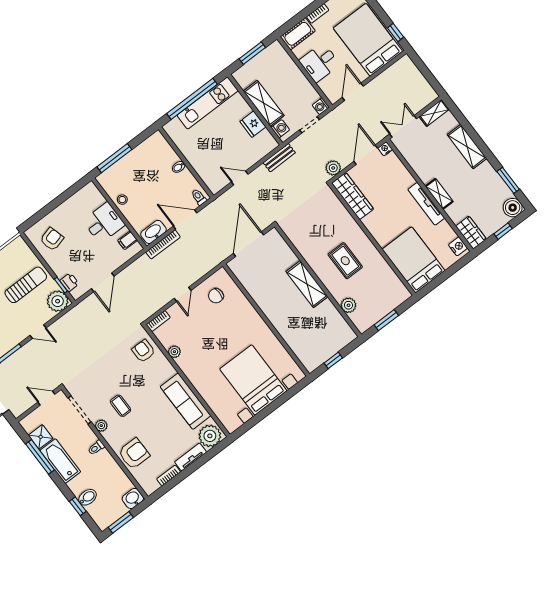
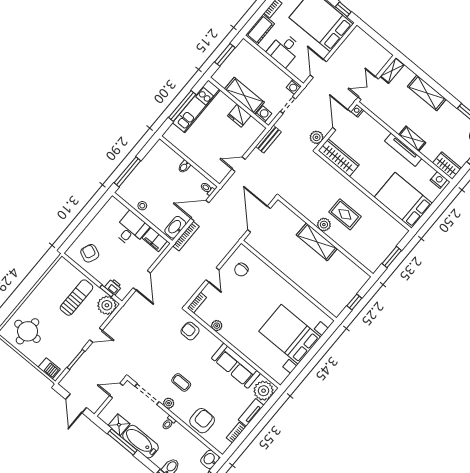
window: (192, 99) -> (182, 106), width x0.68
armchair: (52, 239) -> (90, 253), turned -52
filing cabinet: (127, 240) -> (155, 240), width x2.00
plant: (348, 305) -> (324, 225), moved

